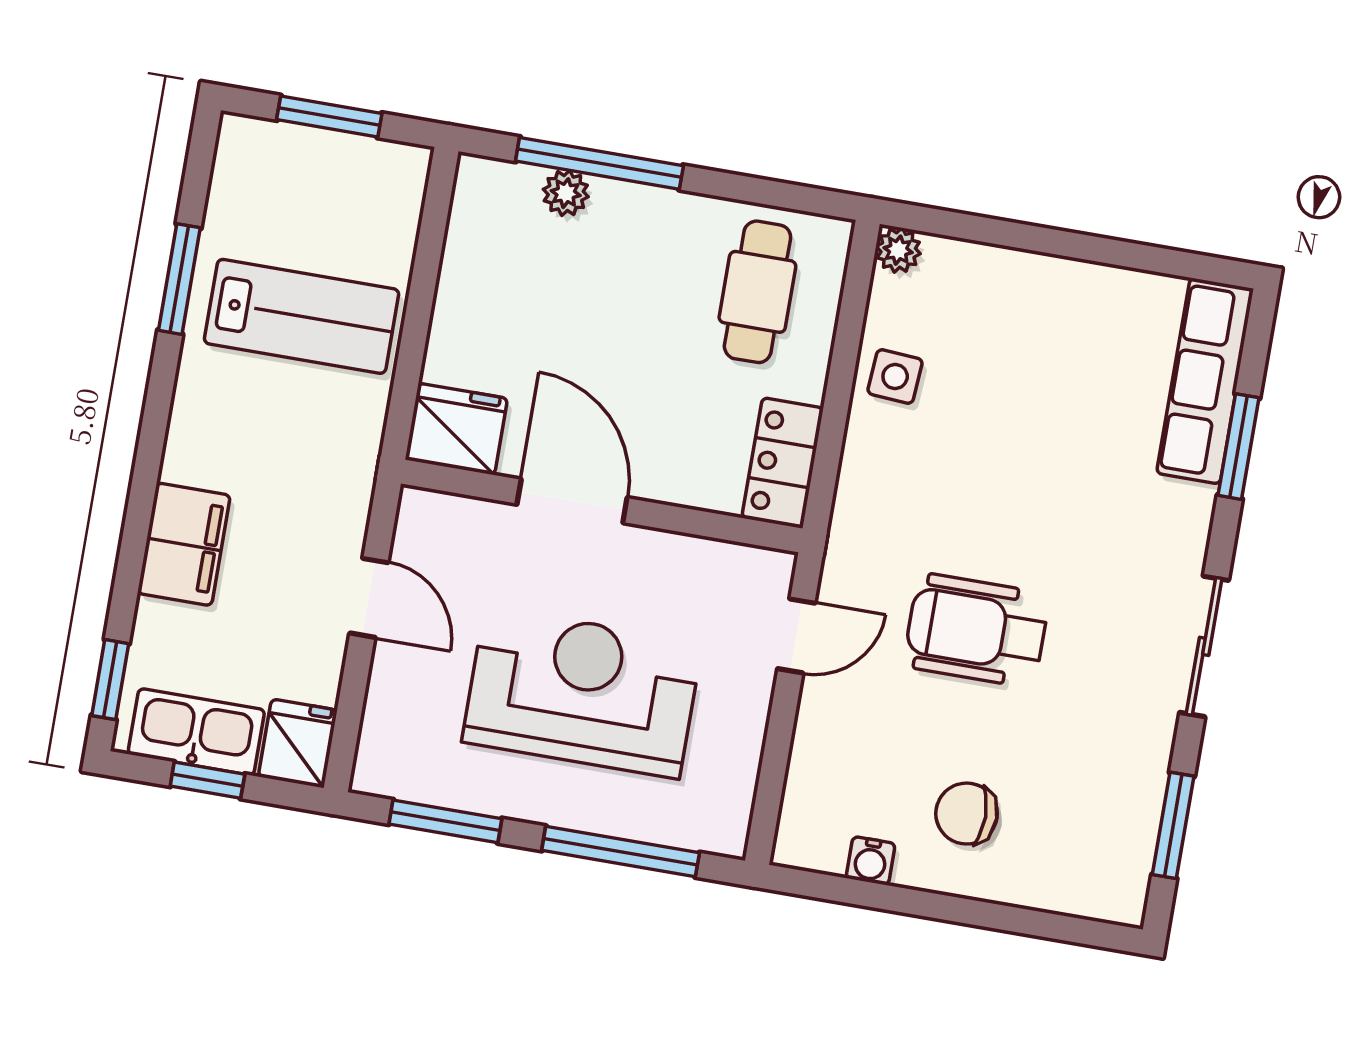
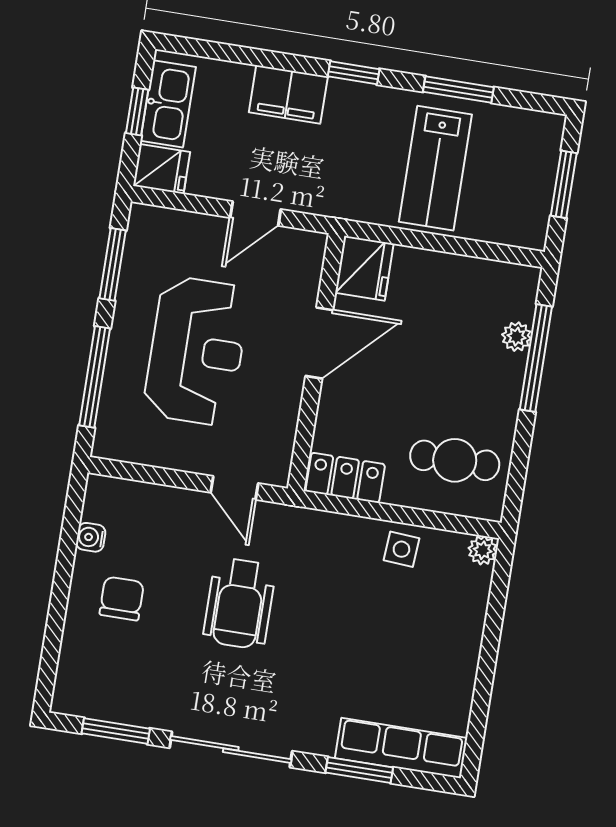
wheelchair: (976, 630) -> (239, 603), turned 180
sliding door: (1204, 646) -> (231, 750), width x1.37
window: (110, 680) -> (354, 73), moved

